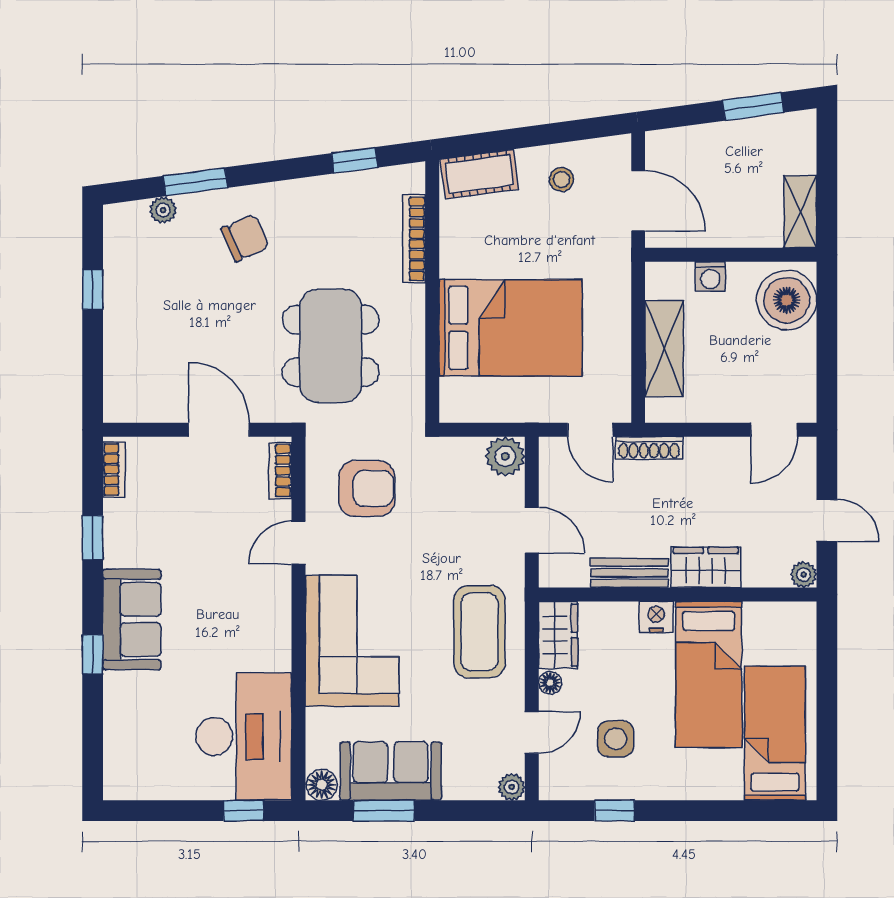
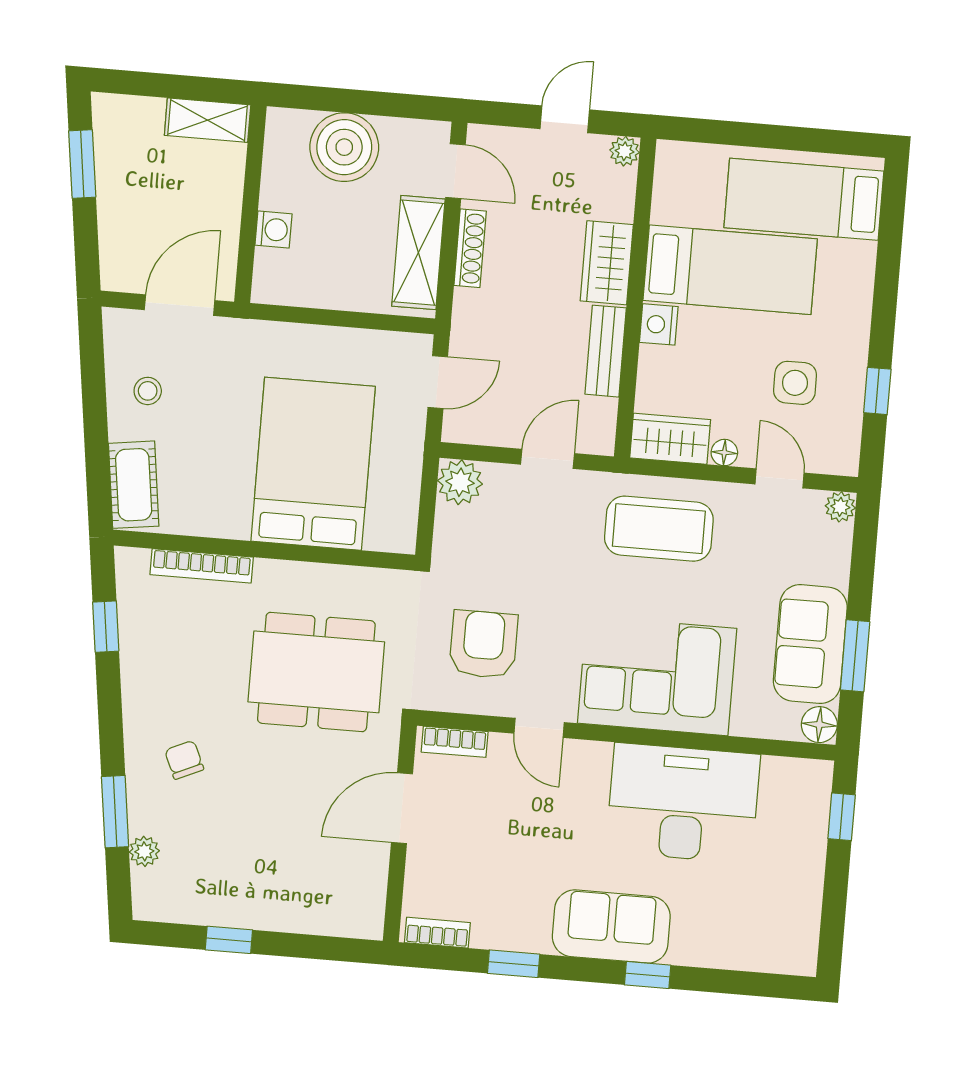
chair: (245, 238) -> (184, 760), width x0.73, depth x0.73
boiler: (787, 300) -> (344, 147), moved
shelving: (664, 349) -> (418, 253), moved, turned 90
shoe rack: (649, 448) -> (470, 248), moved
desk: (244, 737) -> (683, 803), moved

